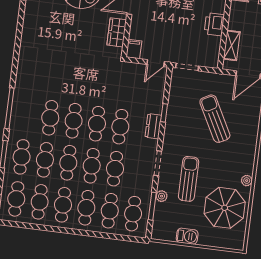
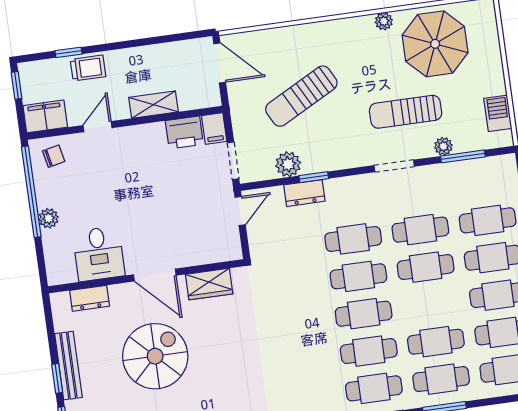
printer: (214, 24) -> (184, 133), moved
shelving: (232, 45) -> (153, 105), moved
filing cabinet: (134, 49) -> (214, 129), moved, turned -90
door: (156, 63) -> (240, 211), hinge flipped
plant: (176, 100) -> (288, 164), added
dresser: (153, 126) -> (304, 193), moved
cafe table: (68, 163) -> (374, 388), moved
cafe table: (133, 214) -> (482, 183), removed
barbecue: (187, 236) -> (498, 113), moved

